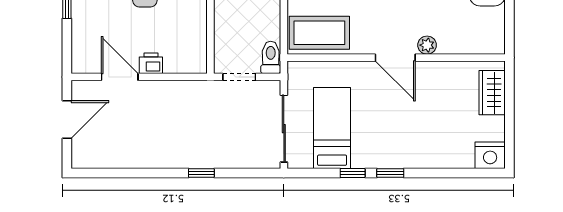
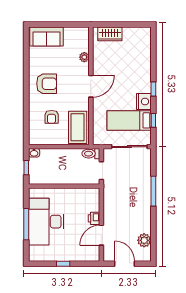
plant: (427, 45) -> (84, 57), moved
nightstand: (490, 155) -> (144, 102), moved
plant: (110, 156) -> (144, 240), added
window: (201, 173) -> (153, 191), width x2.17
window: (353, 173) -> (153, 120), moved

